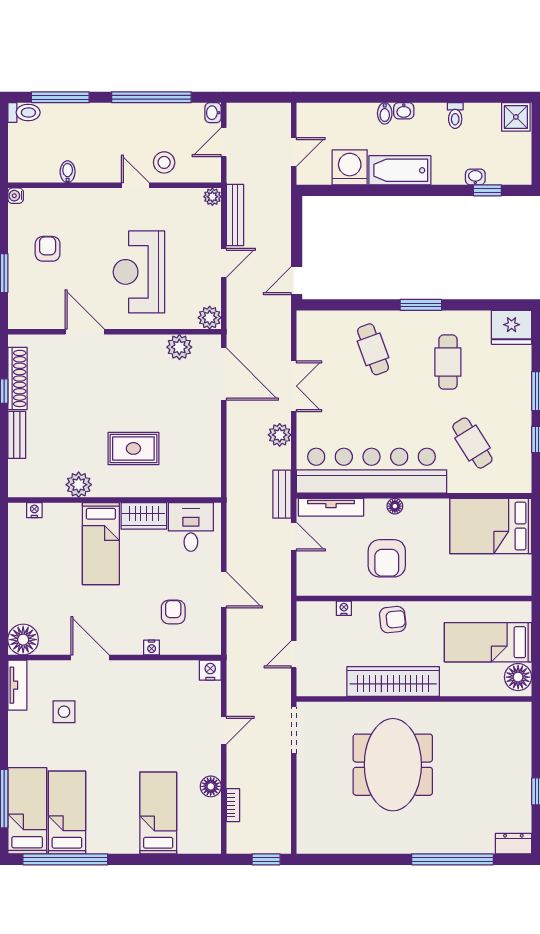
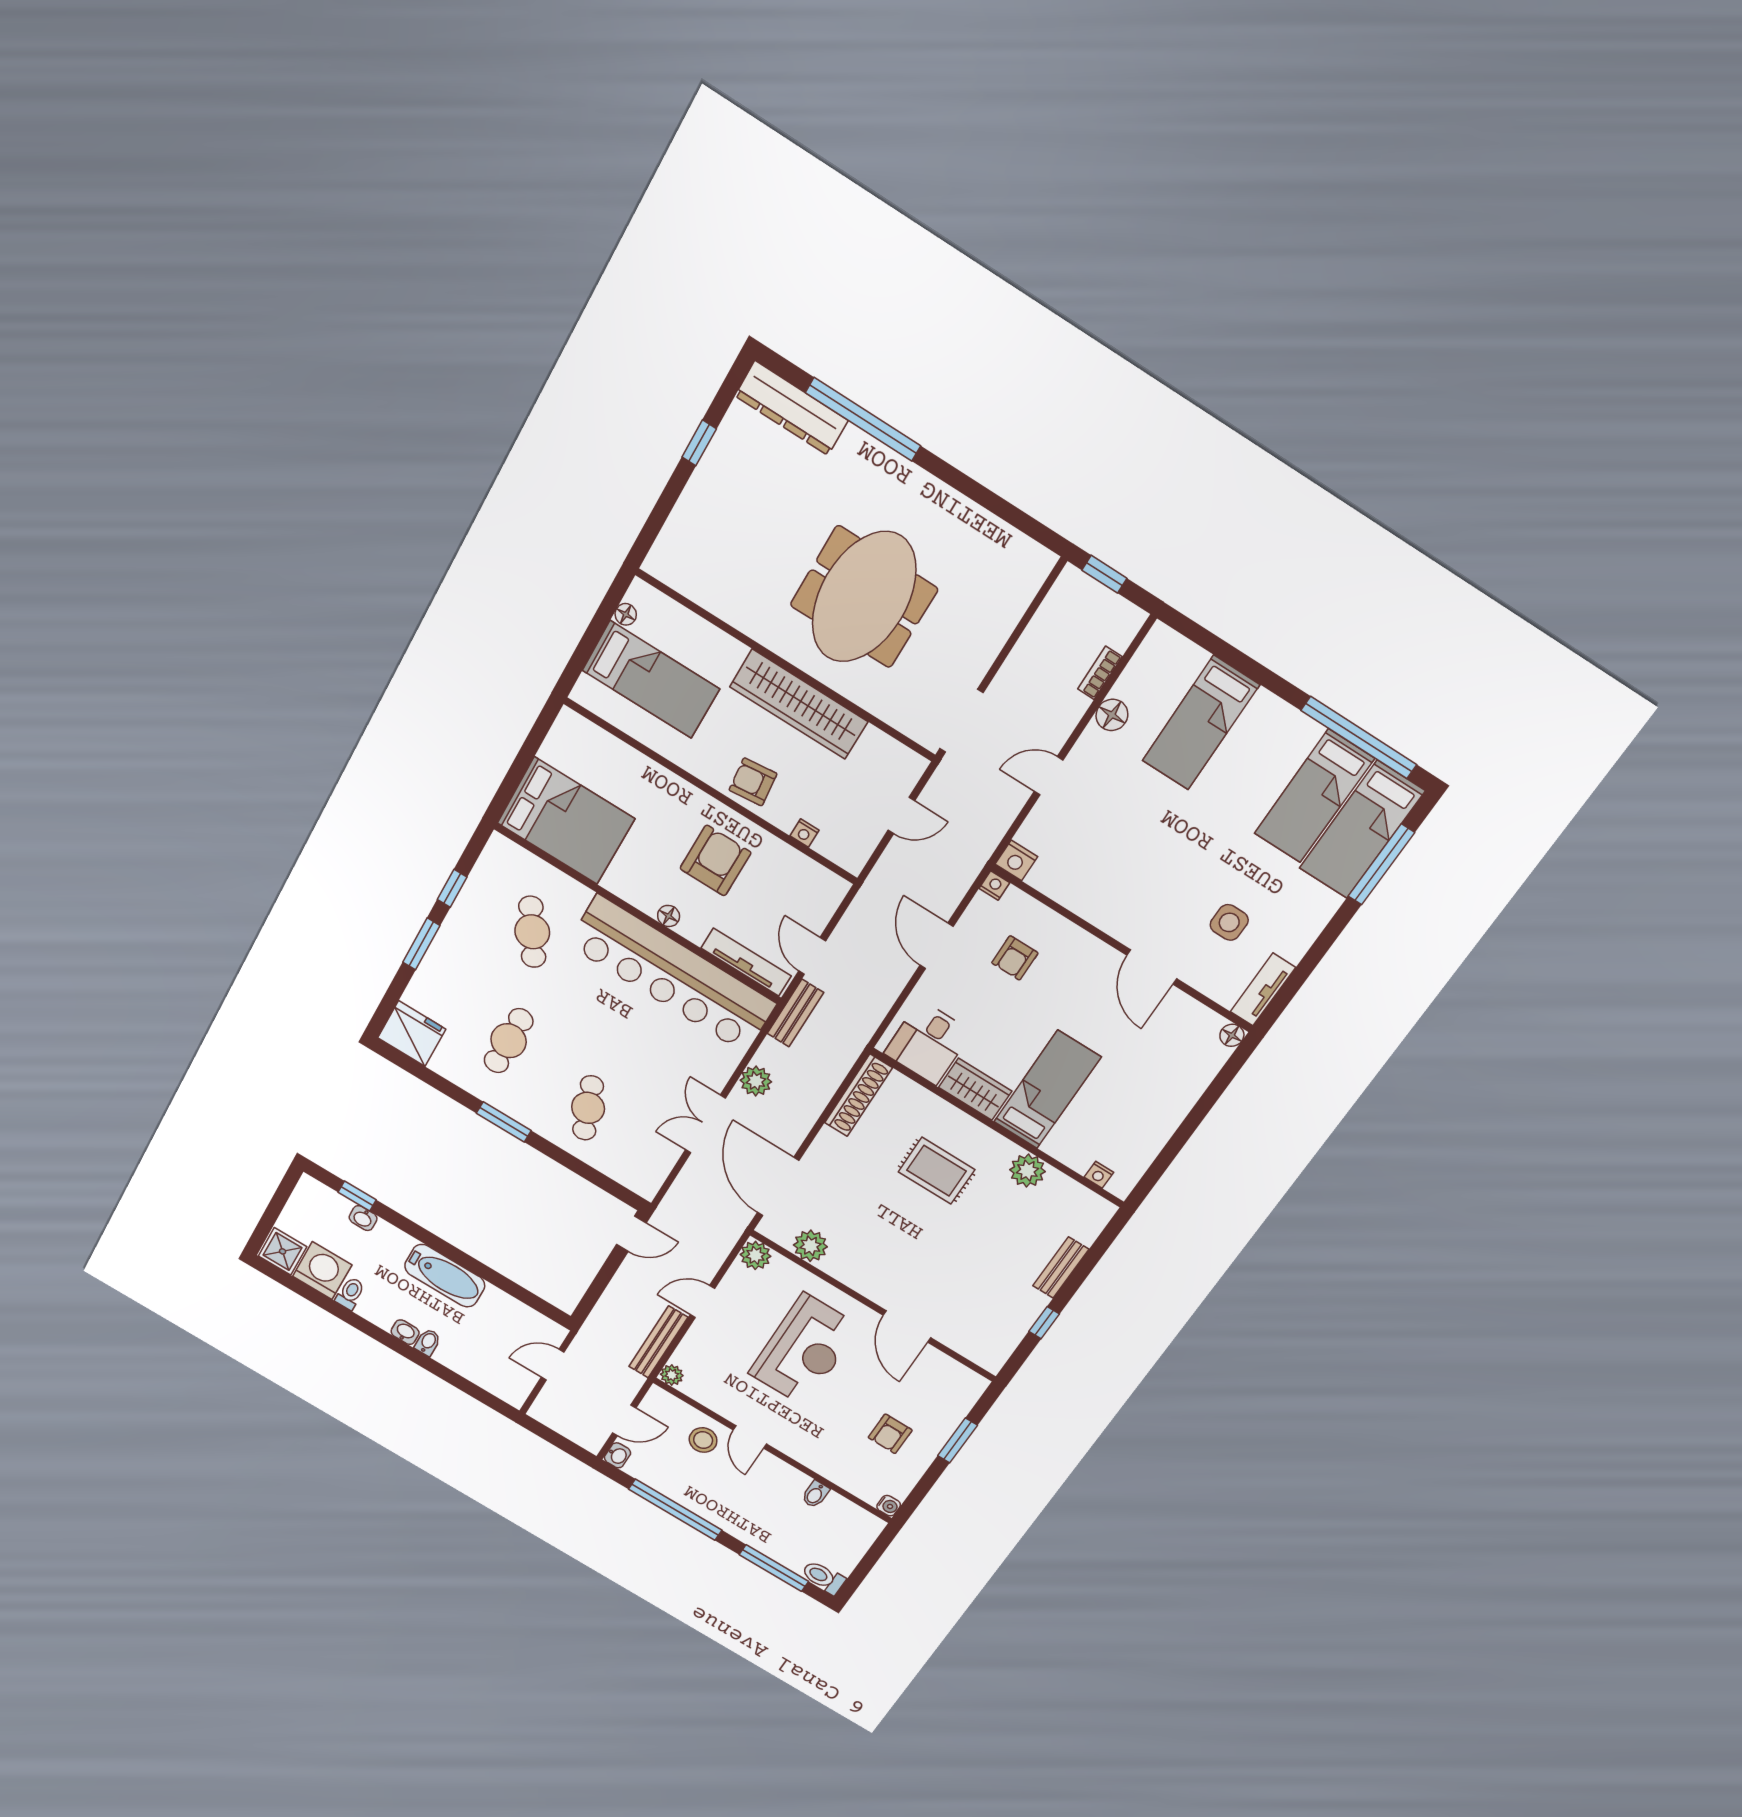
washing machine: (350, 167) -> (322, 1271), moved, turned 180
shoe rack: (17, 378) -> (858, 1095), moved, turned 180
floor lamp: (23, 640) -> (1232, 1035), width x0.53, depth x0.53
nightstand: (152, 647) -> (994, 886), moved
floor lamp: (518, 677) -> (626, 614), width x0.53, depth x0.53
dresser: (513, 844) -> (792, 408), width x1.96, depth x1.24

